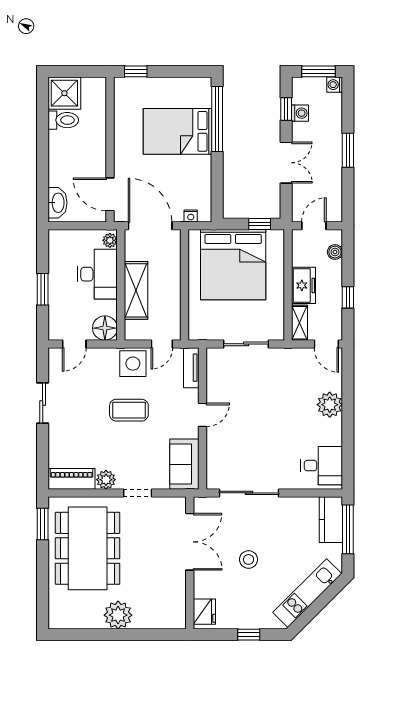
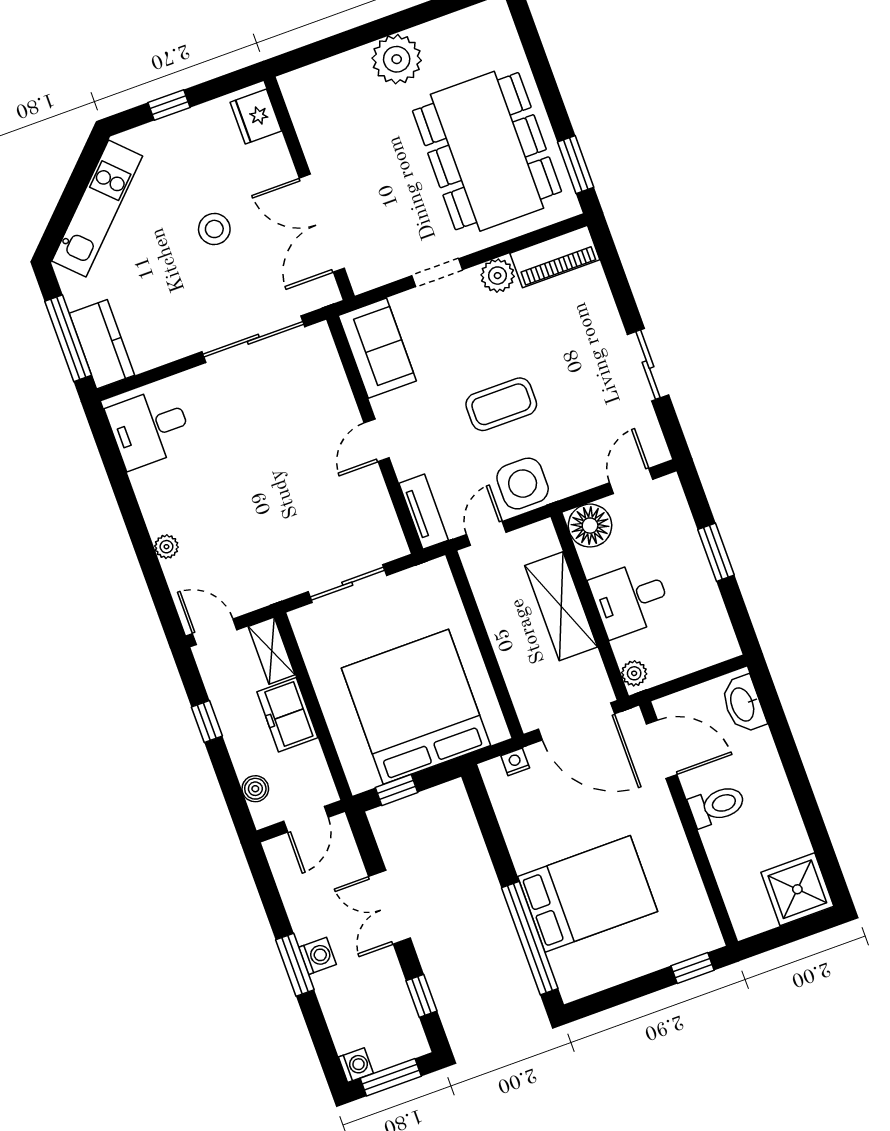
washing machine: (300, 113) -> (317, 956), moved, turned 180
toilet: (63, 120) -> (717, 805), moved, turned 180
desk: (97, 274) -> (630, 599), width x0.73
plant: (330, 405) -> (166, 547), width x0.53, depth x0.53

